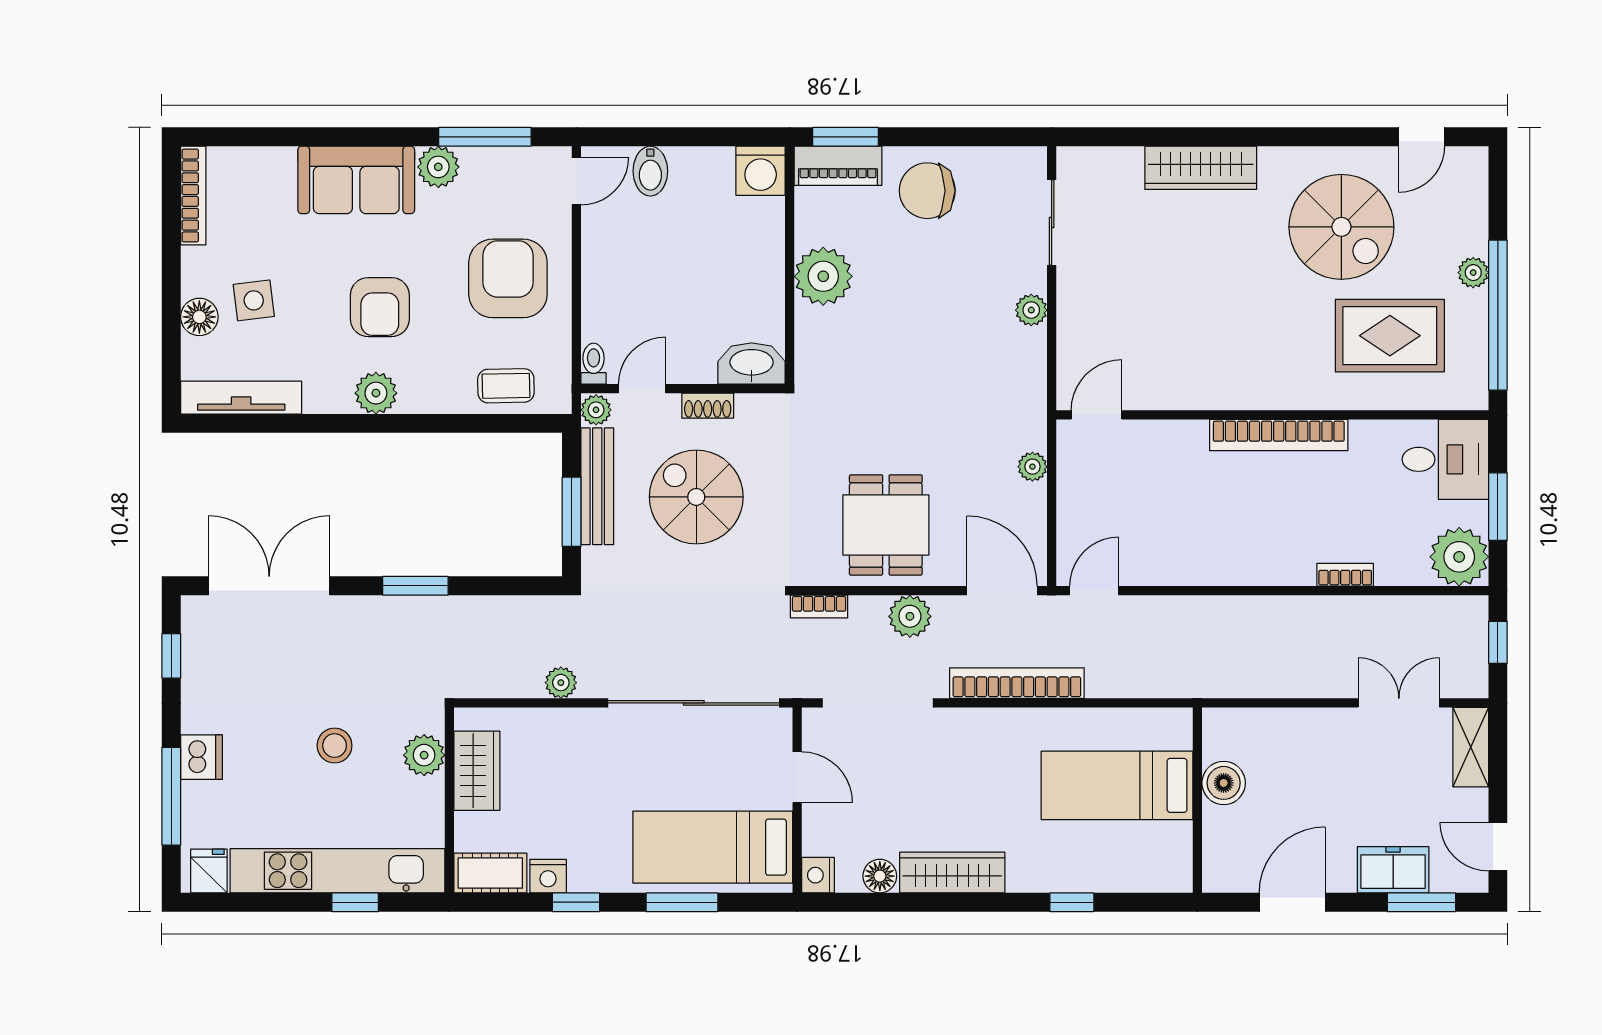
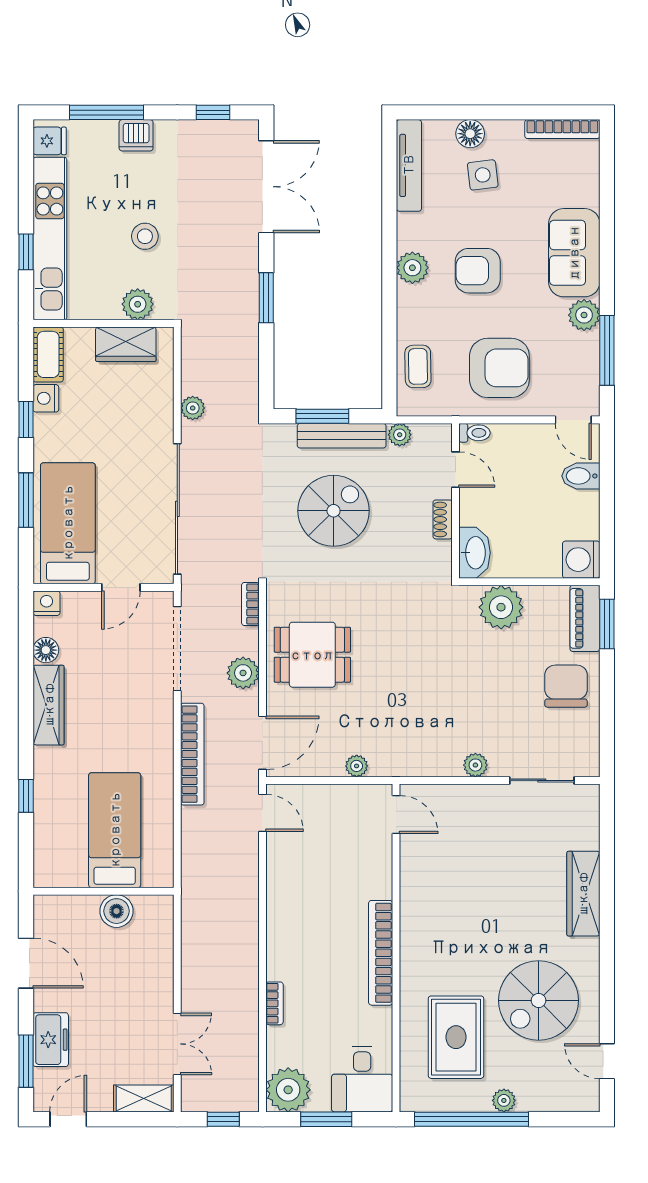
toilet: (594, 364) -> (474, 433), moved
washbasin: (752, 364) -> (475, 553), moved
door: (642, 389) -> (456, 470), moved
wall: (683, 389) -> (456, 501), moved
shoe rack: (708, 406) -> (443, 519), moved

